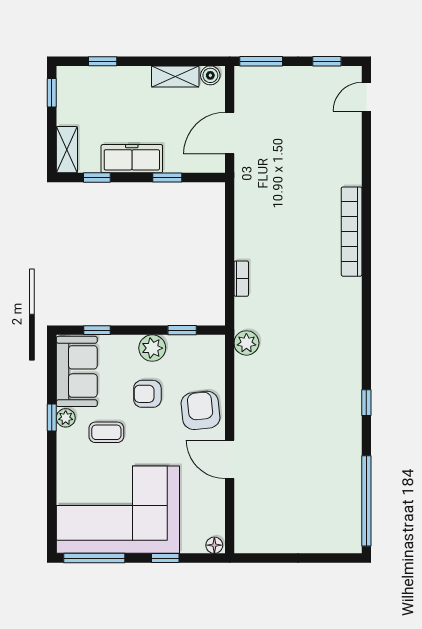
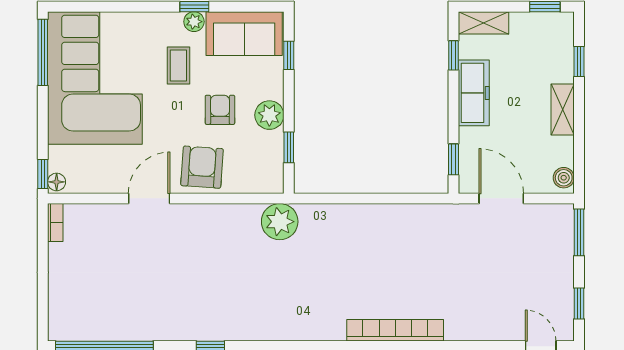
shelving: (175, 76) -> (563, 109), moved
window: (167, 177) -> (454, 159), moved
bookcase: (241, 279) -> (55, 223), moved, turned -90
plant: (246, 343) -> (280, 222), width x1.36, depth x1.36
armchair: (201, 410) -> (202, 167), turned -80
window: (165, 558) -> (43, 174), moved

